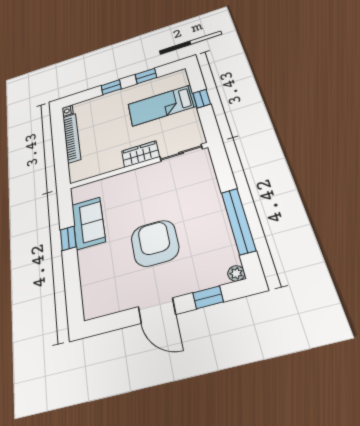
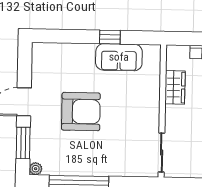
wardrobe: (140, 154) -> (175, 87), moved
window: (208, 297) -> (23, 143), width x1.50

